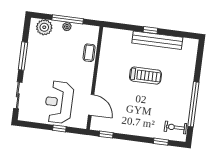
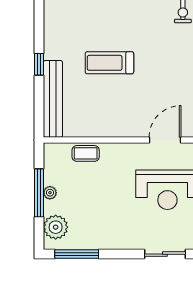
bench: (157, 40) -> (53, 99), moved
window: (23, 56) -> (77, 254), moved
treadmill: (145, 76) -> (109, 63), turned -90

